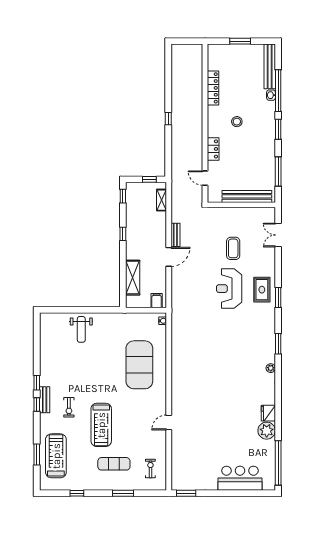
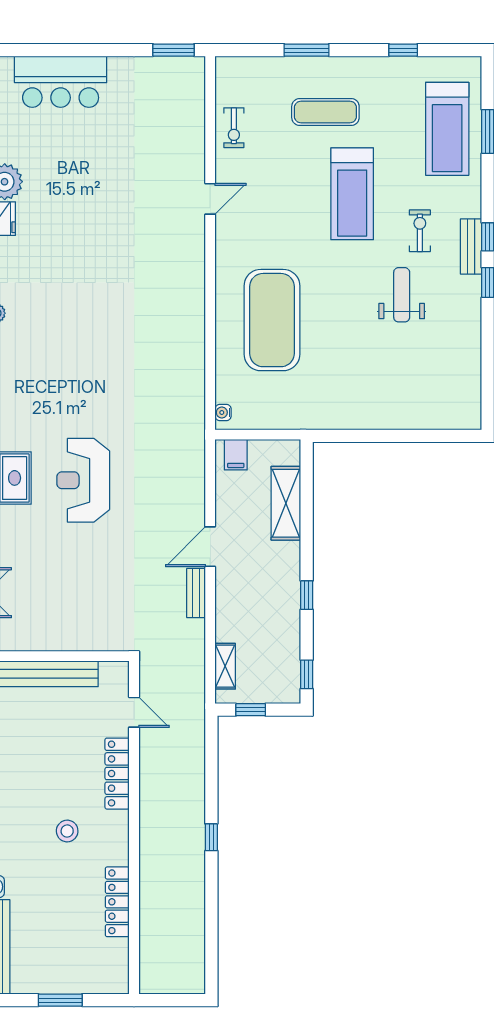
locker: (213, 149) -> (117, 774), width x1.53
coffee table: (233, 248) -> (75, 565), removed
reception desk: (229, 289) -> (83, 480), turned 180
weight bench: (81, 329) -> (402, 295), moved
treadmill: (101, 425) -> (352, 194), turned 180
exercise bike: (150, 468) -> (234, 128), moved

